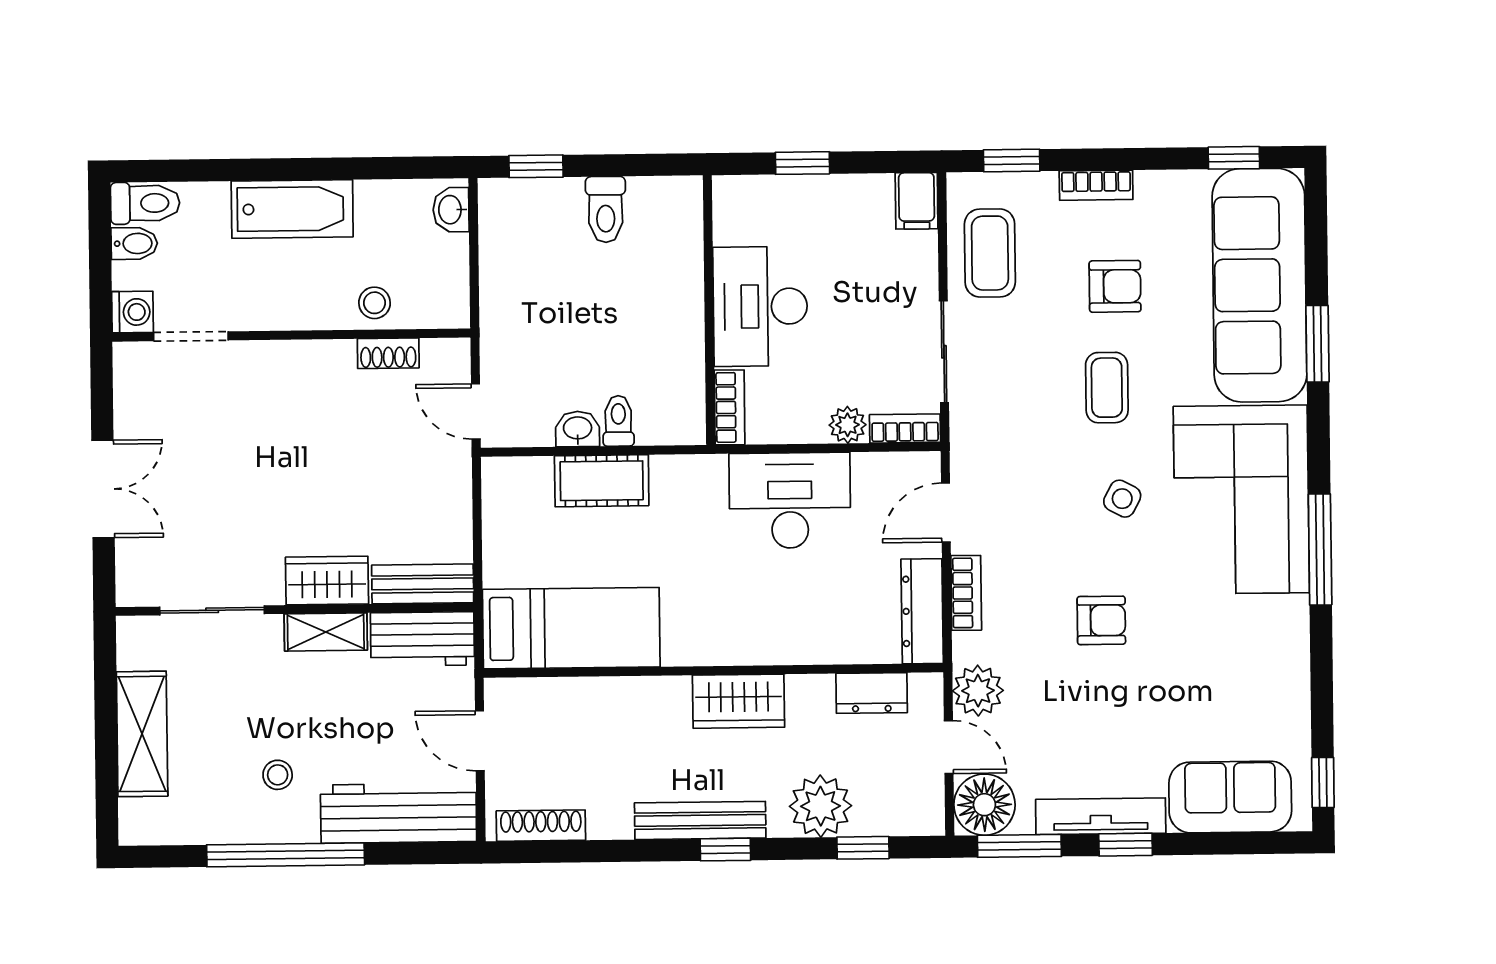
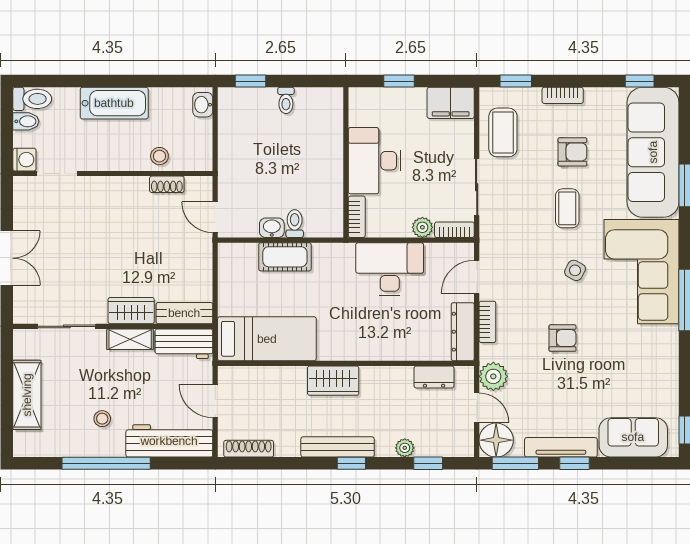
filing cabinet: (917, 201) -> (451, 103), width x2.00
toilet: (606, 209) -> (286, 100), width x0.73, depth x0.72
wardrobe: (739, 701) -> (333, 381), moved
plant: (821, 806) -> (405, 448), width x0.53, depth x0.53

